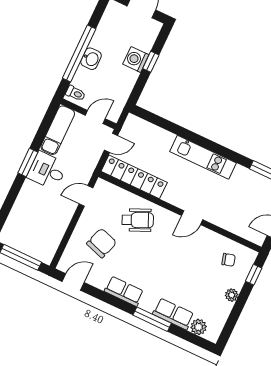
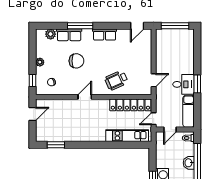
kitchen unit: (203, 157) -> (127, 136), moved
chair: (102, 243) -> (76, 61), moved, turned -108

